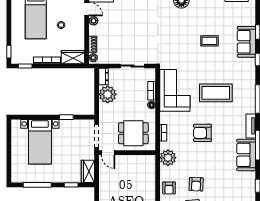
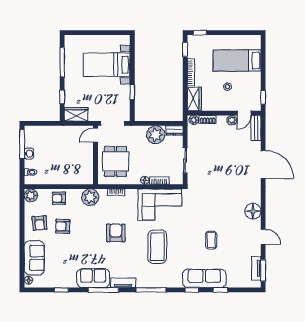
sofa: (246, 42) -> (204, 278), width x1.36

